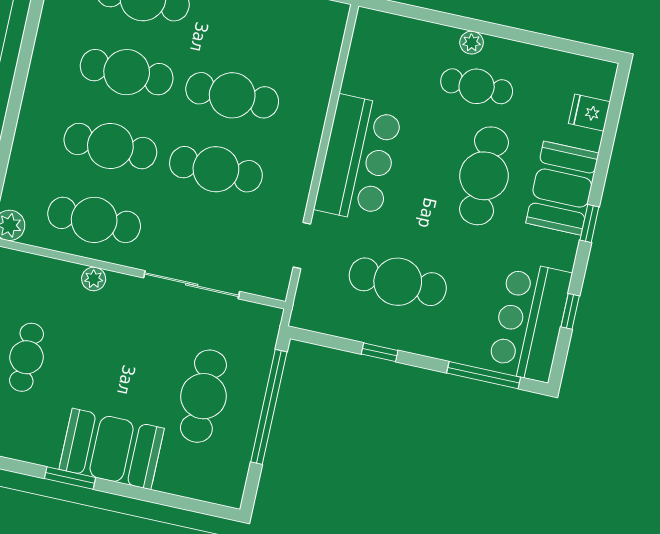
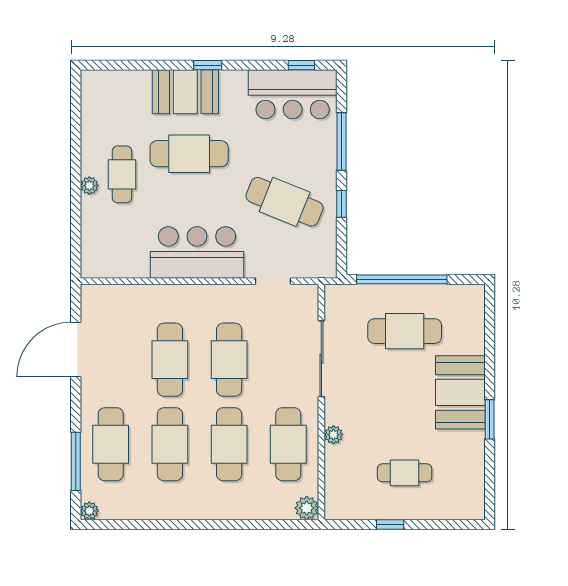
fridge: (589, 113) -> (123, 84), removed
cafe table: (398, 282) -> (285, 202), turned -68
window: (570, 311) -> (301, 65), moved
window: (484, 375) -> (341, 142), moved

